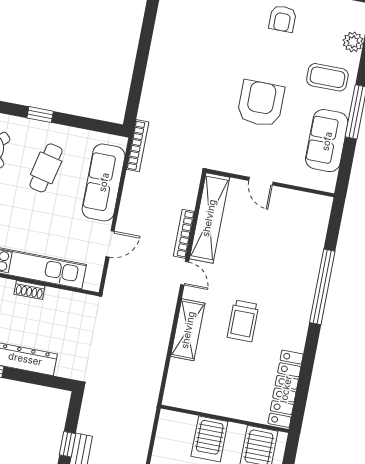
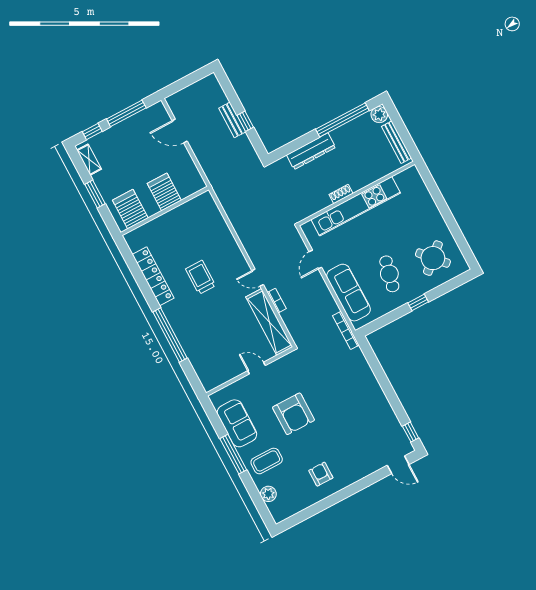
bookcase: (184, 234) -> (277, 301), width x0.64
shelving: (188, 330) -> (229, 246), removed
locker: (286, 389) -> (153, 276), moved

